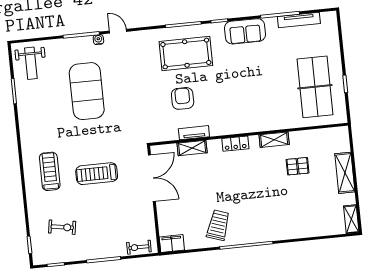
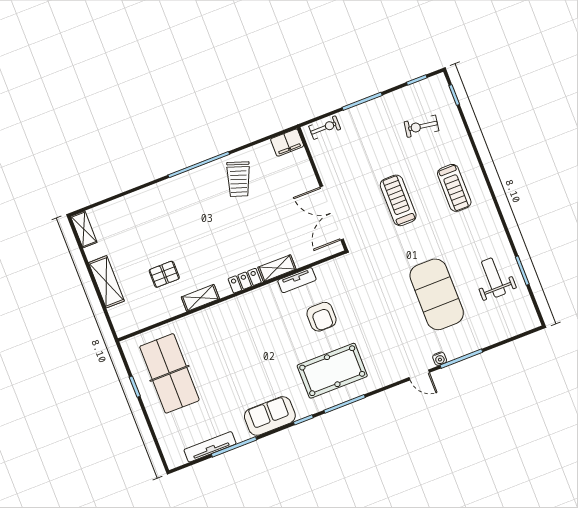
weight bench: (31, 63) -> (493, 278), moved
shelving: (192, 148) -> (277, 268), moved
treadmill: (97, 174) -> (398, 200), turned -90

